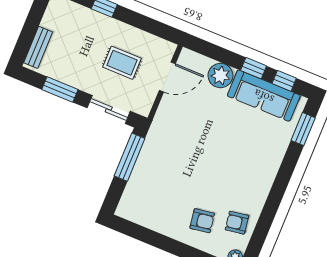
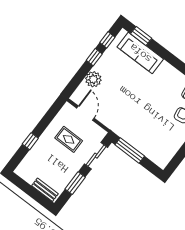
rug: (122, 63) -> (69, 139), turned 90
sofa: (264, 96) -> (140, 53), moved, turned 90

